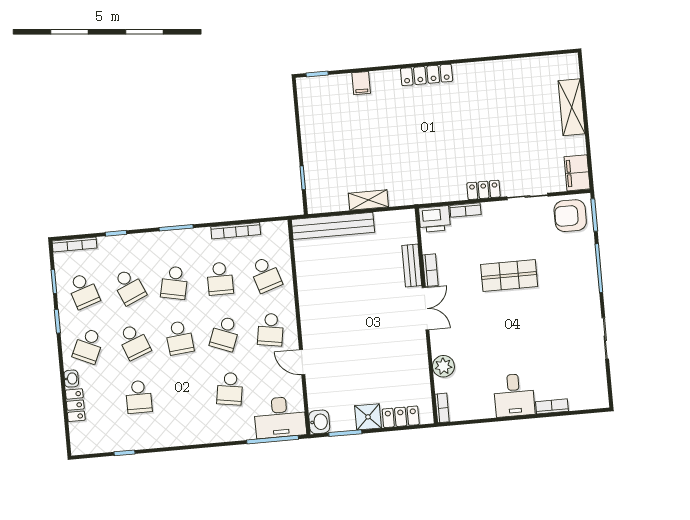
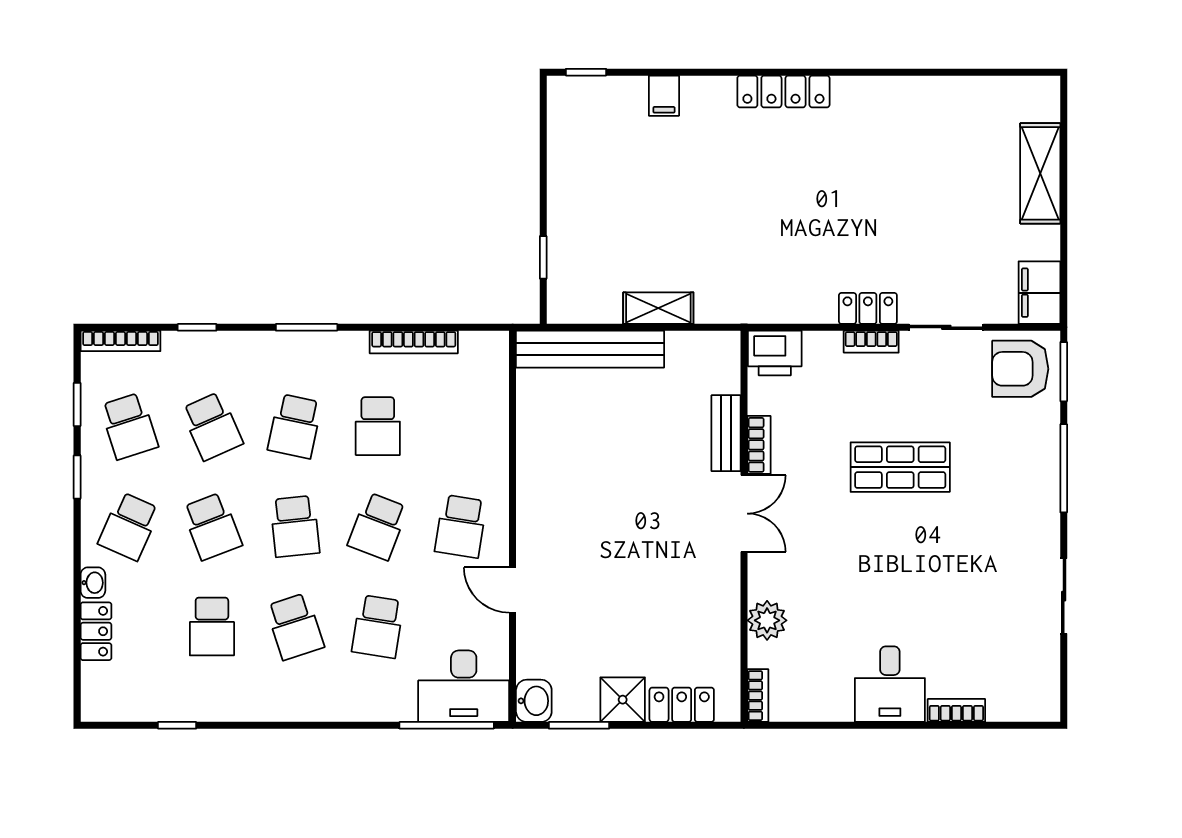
bookcase: (465, 210) -> (871, 342), moved
school desk: (266, 275) -> (295, 627), moved

